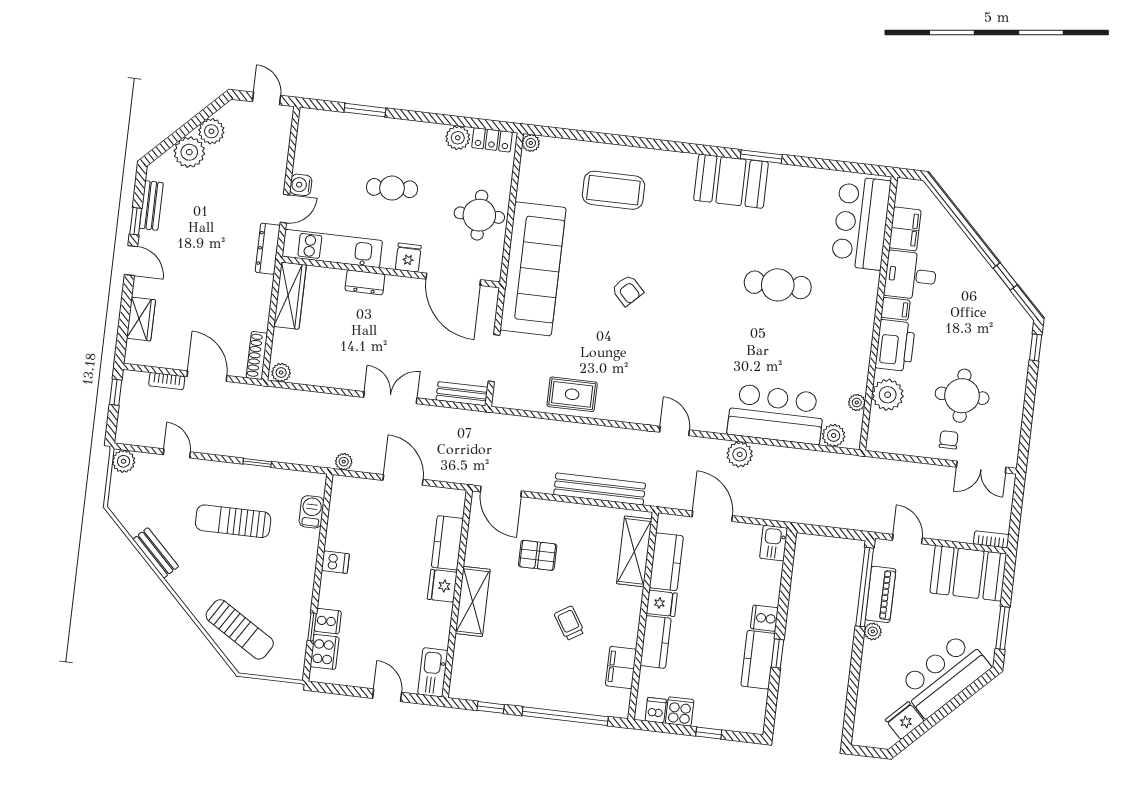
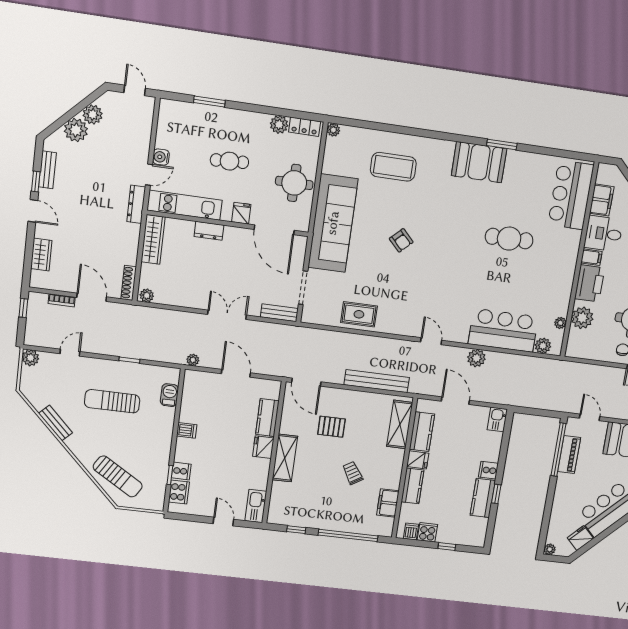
door: (177, 453) -> (70, 353), hinge flipped
plant: (873, 631) -> (550, 549), moved

